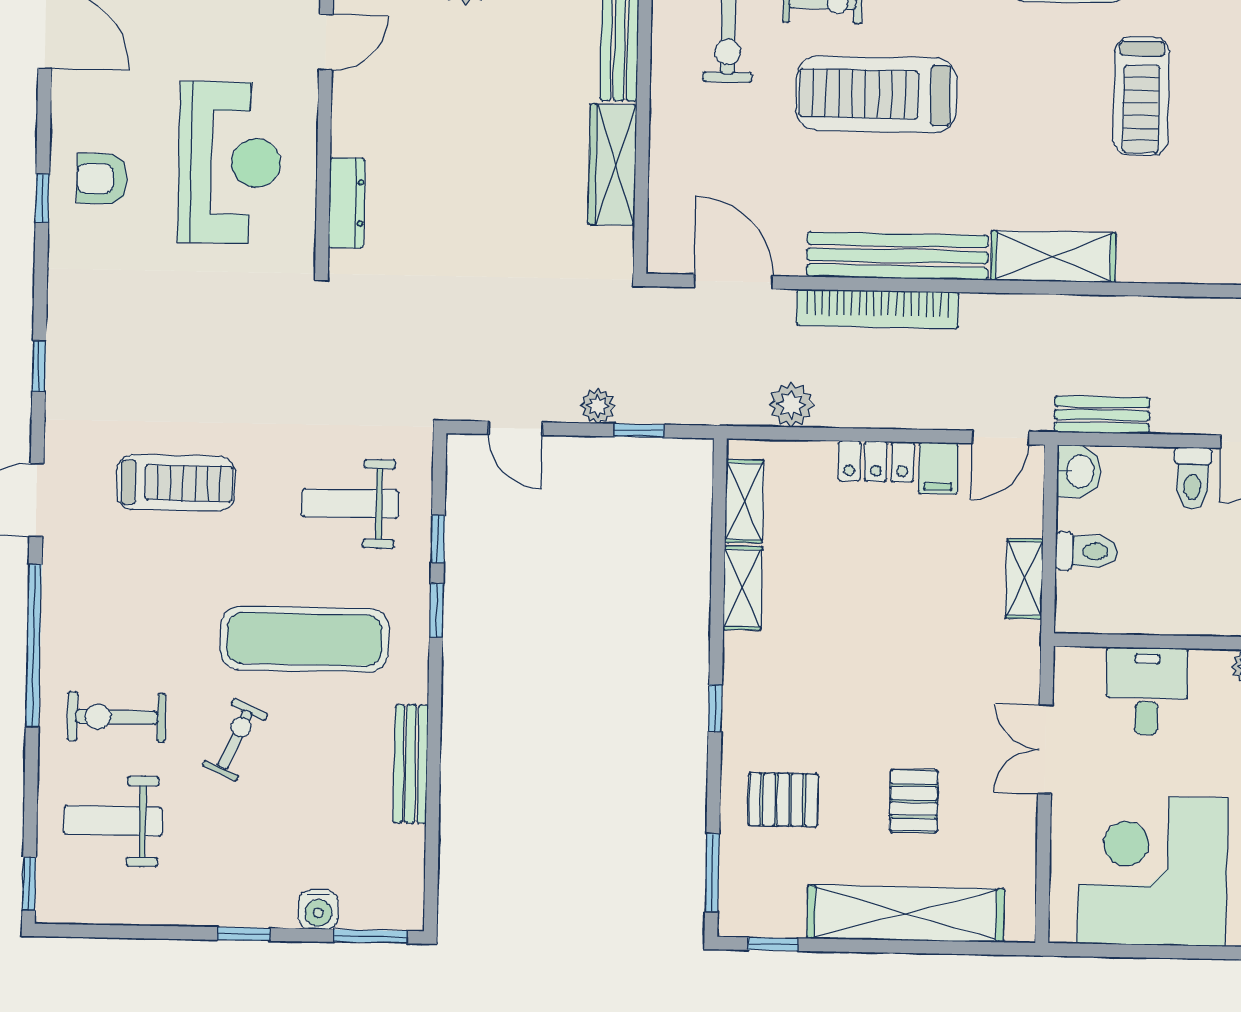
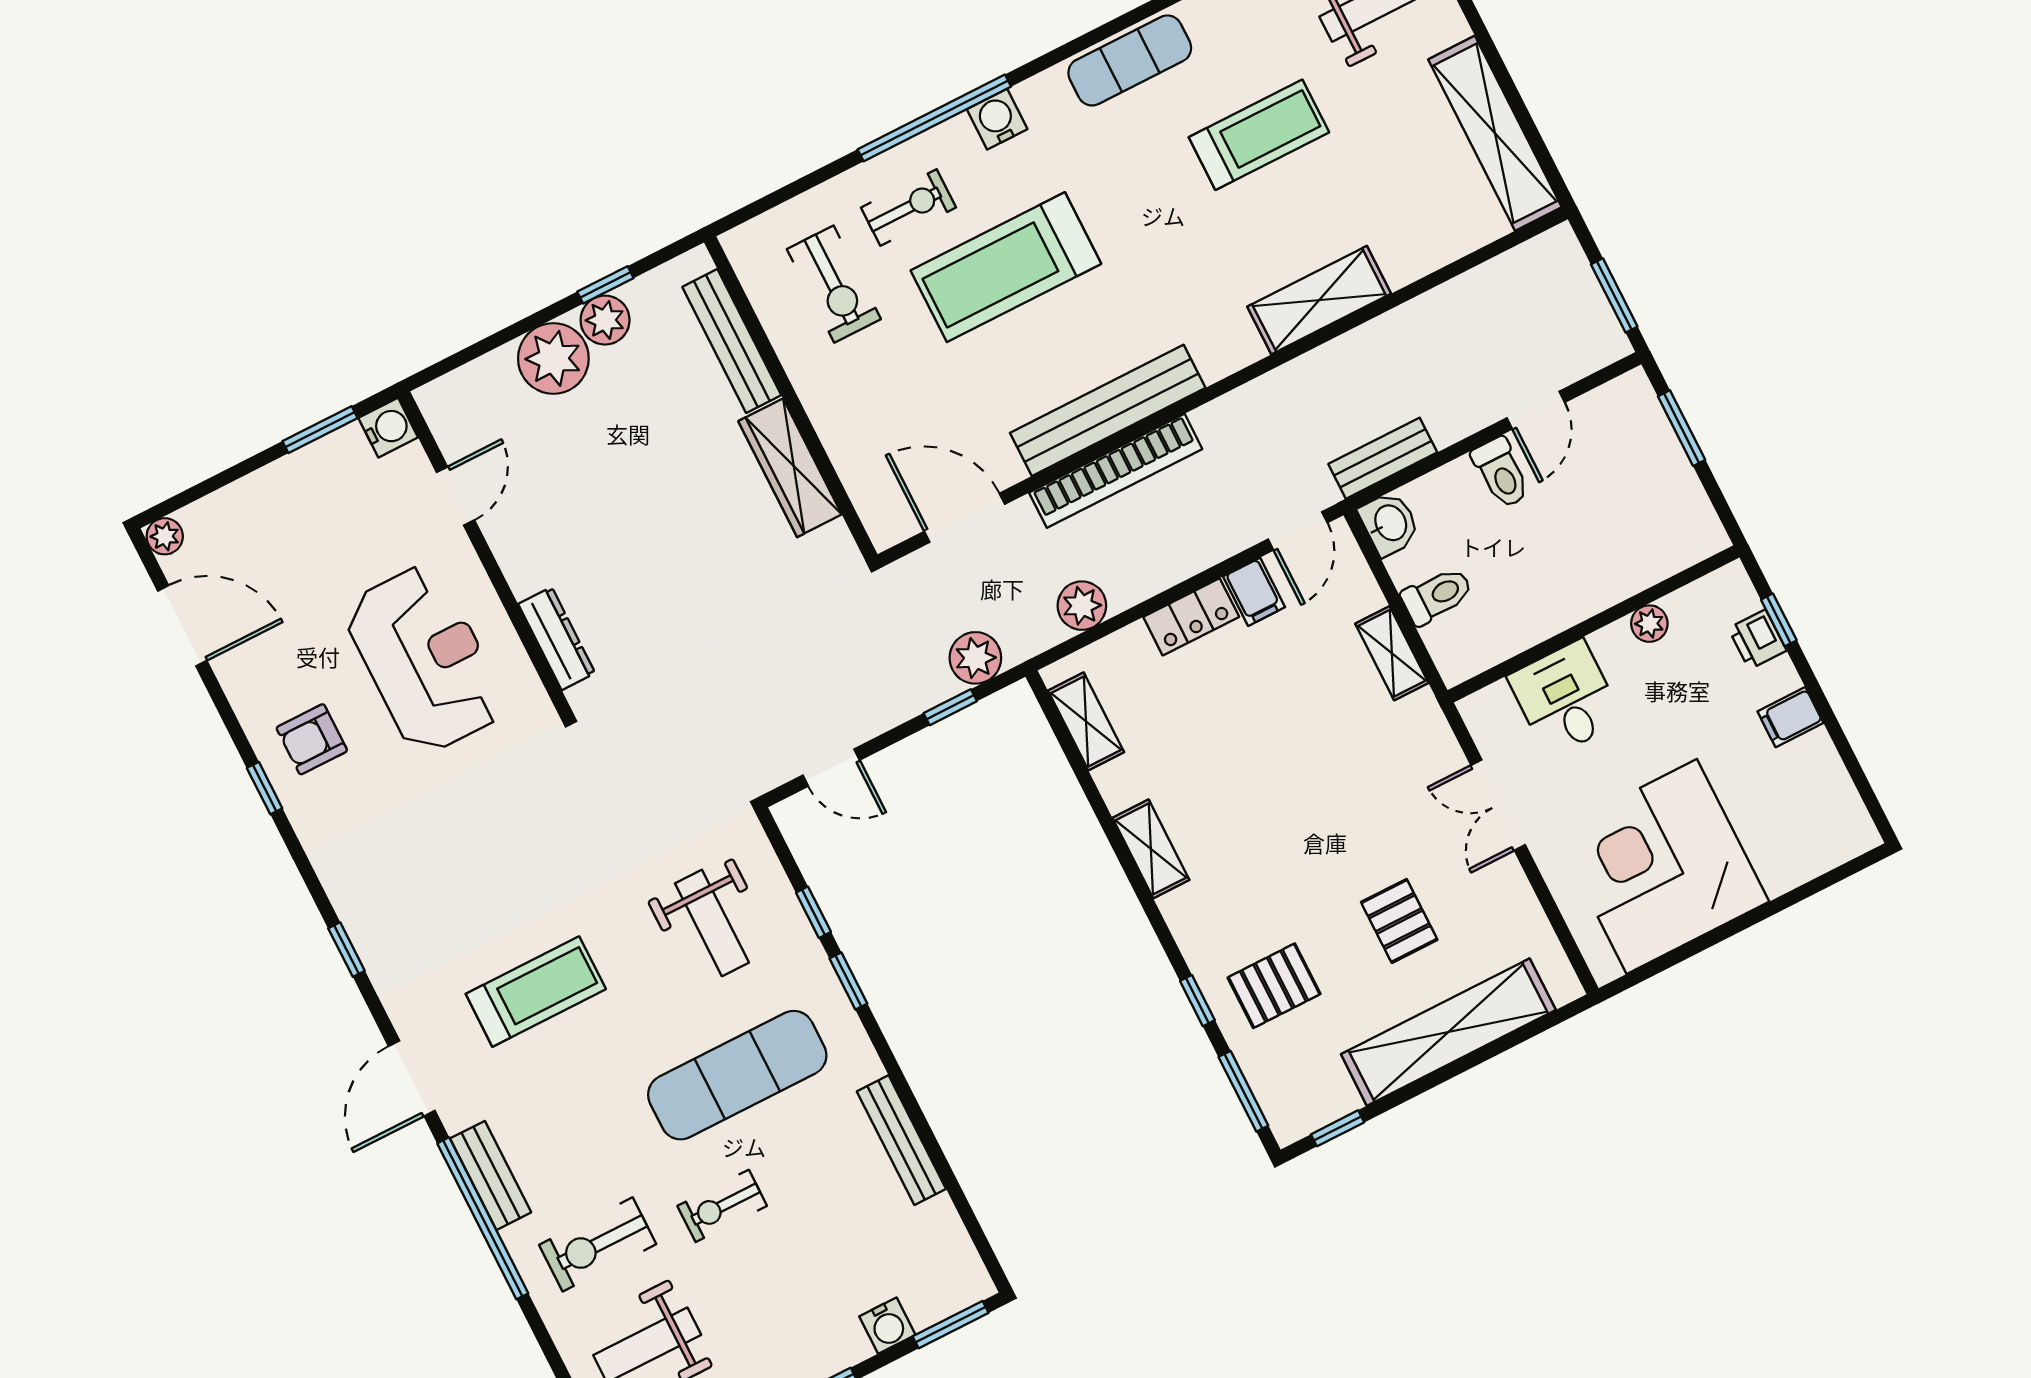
treadmill: (1141, 96) -> (1259, 135), turned -90
shelving: (1053, 257) -> (1319, 300), moved
plant: (598, 406) -> (975, 658), moved, width x1.38, depth x1.38
weight bench: (350, 503) -> (712, 923), turned -90
shelving: (743, 588) -> (1151, 849), moved
bench: (59, 614) -> (491, 1175), added
window: (715, 708) -> (1197, 1001), moved
exercise bike: (235, 740) -> (722, 1206), turned -114

